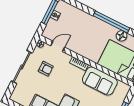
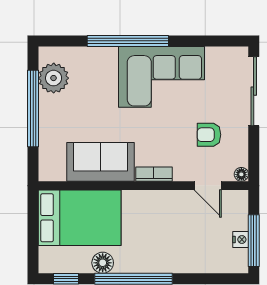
door: (58, 46) -> (208, 186), hinge flipped
sliding door: (22, 67) -> (254, 91), moved

